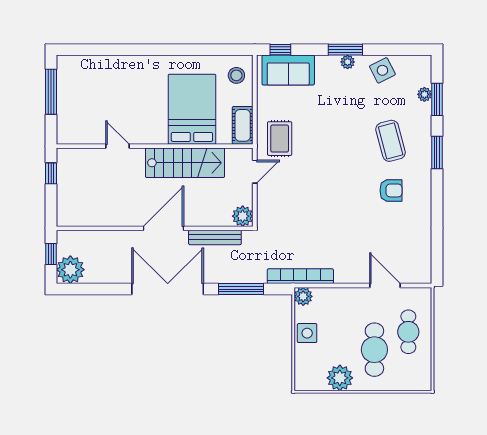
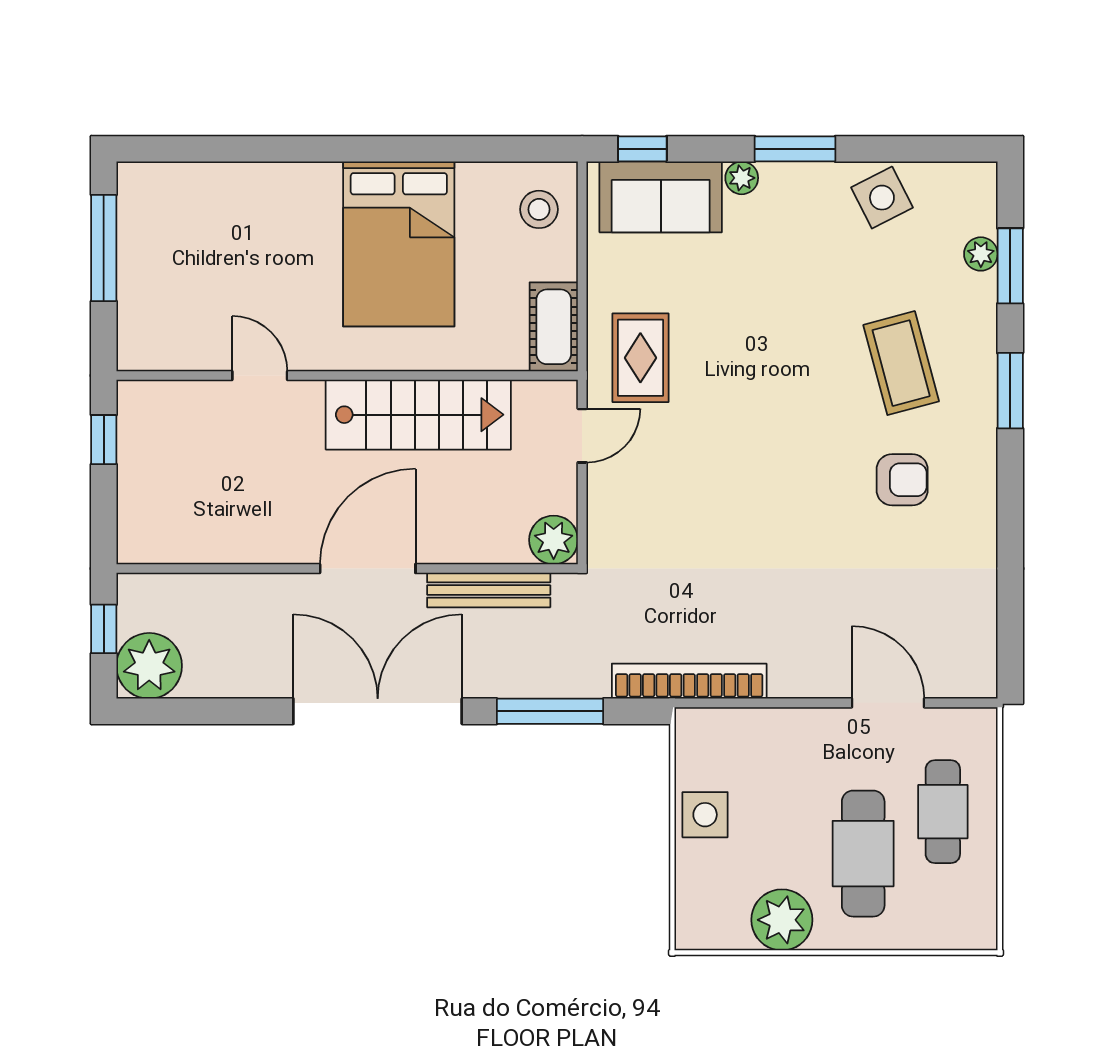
plant: (348, 62) -> (742, 178), moved
bed: (192, 109) -> (399, 244), moved, turned 180
plant: (303, 296) -> (696, 729), removed

